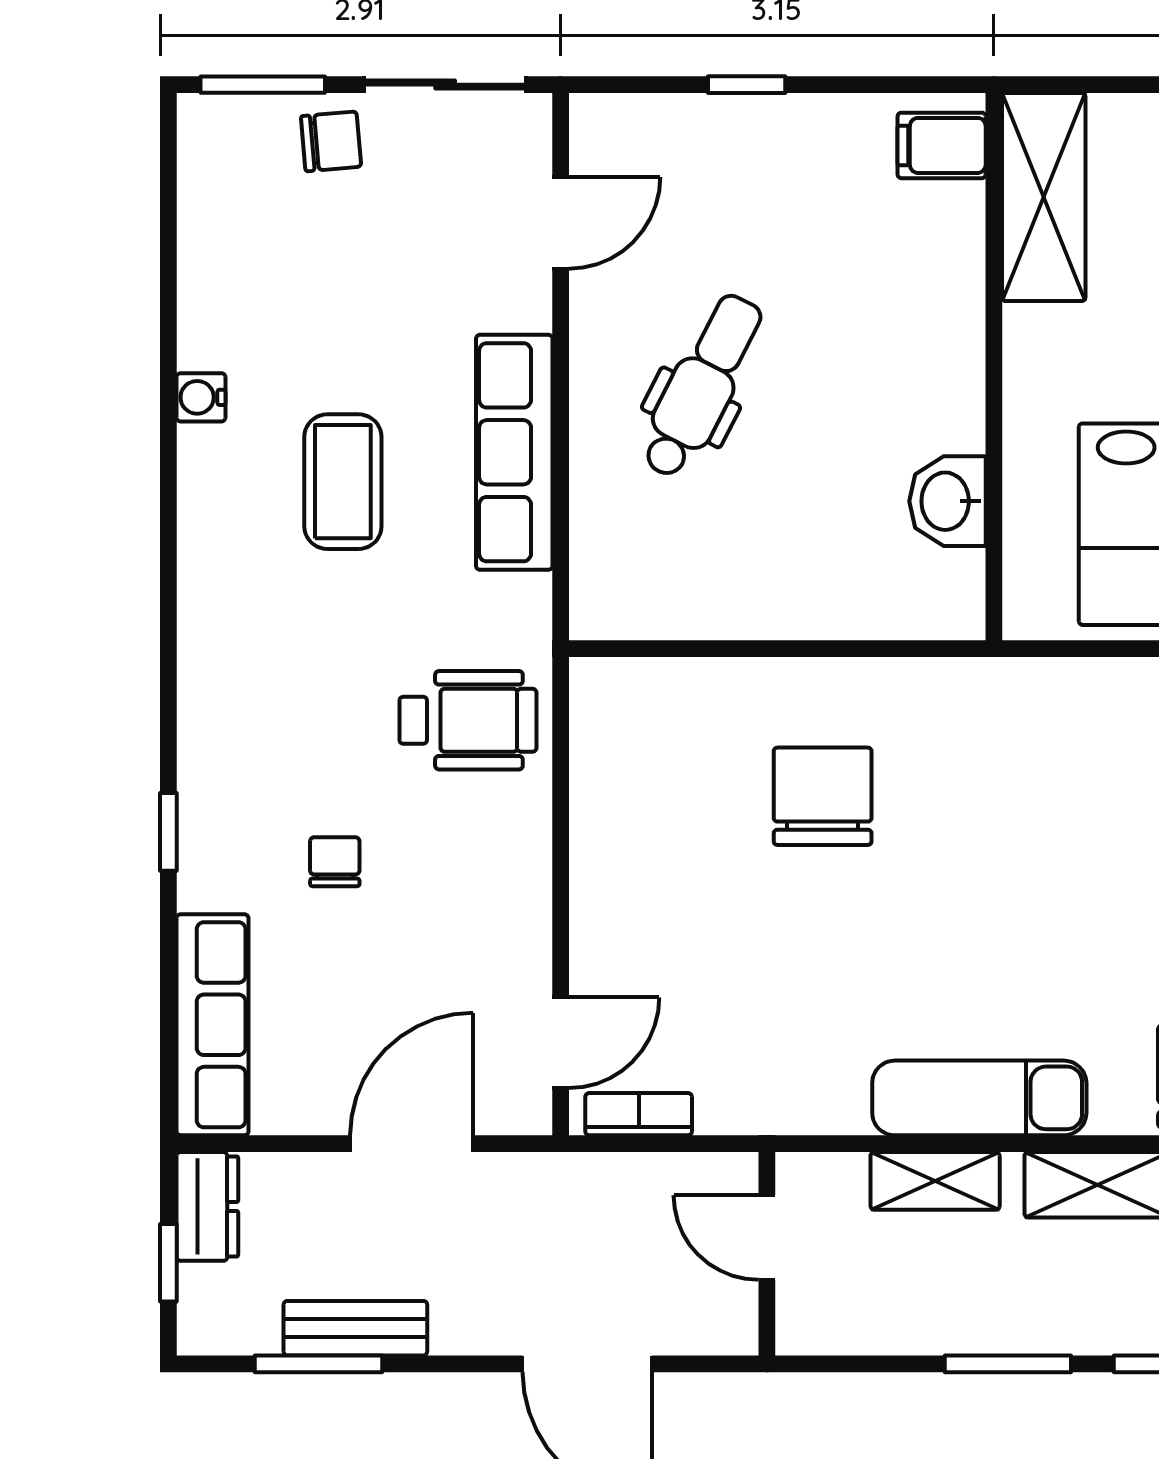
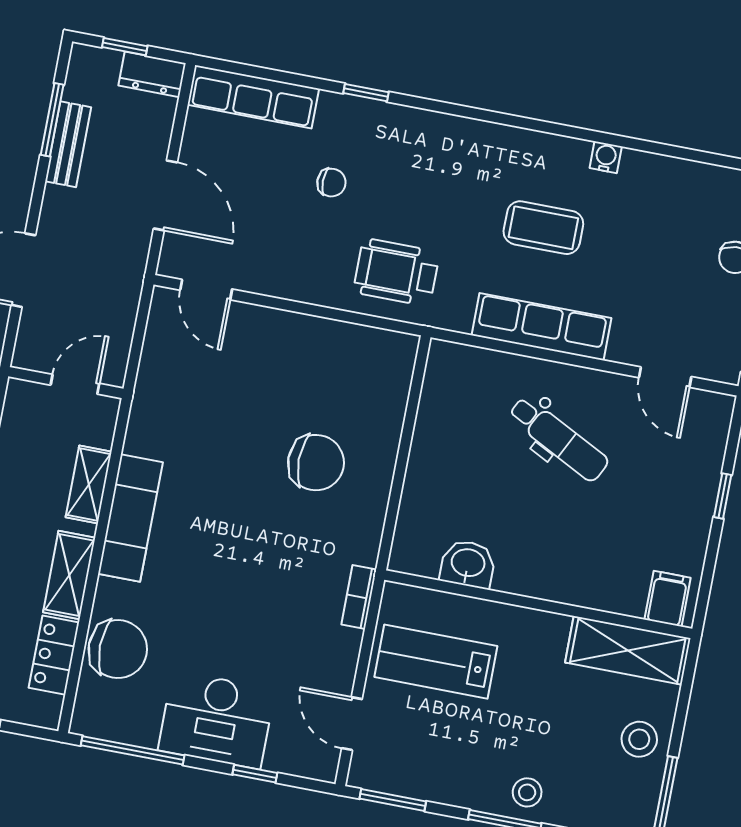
wheelchair: (468, 720) -> (396, 272), turned 90
bookcase: (639, 1114) -> (359, 597), moved, turned 180

